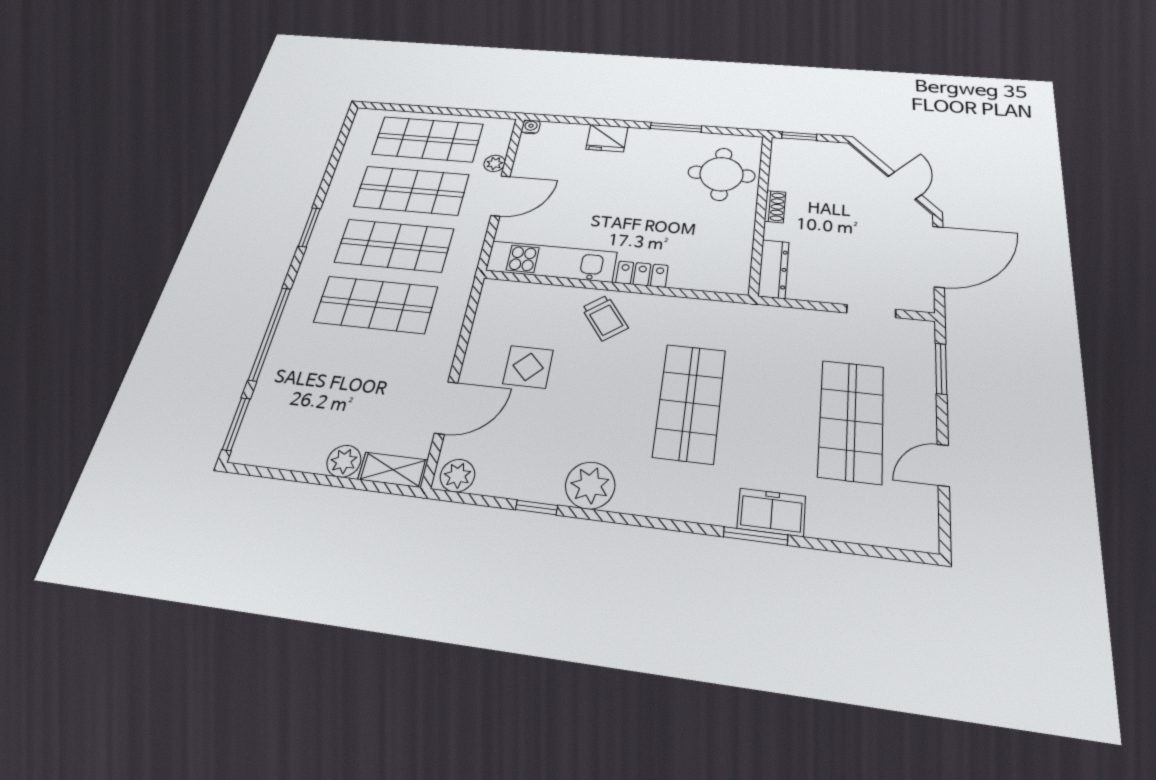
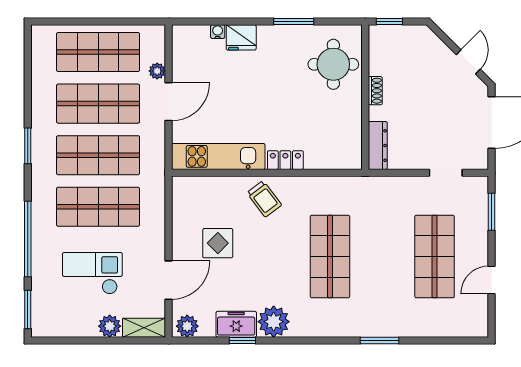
water cooler: (531, 127) -> (218, 32), moved
checkout: (342, 386) -> (92, 273), added
freezer: (771, 512) -> (236, 324), moved

